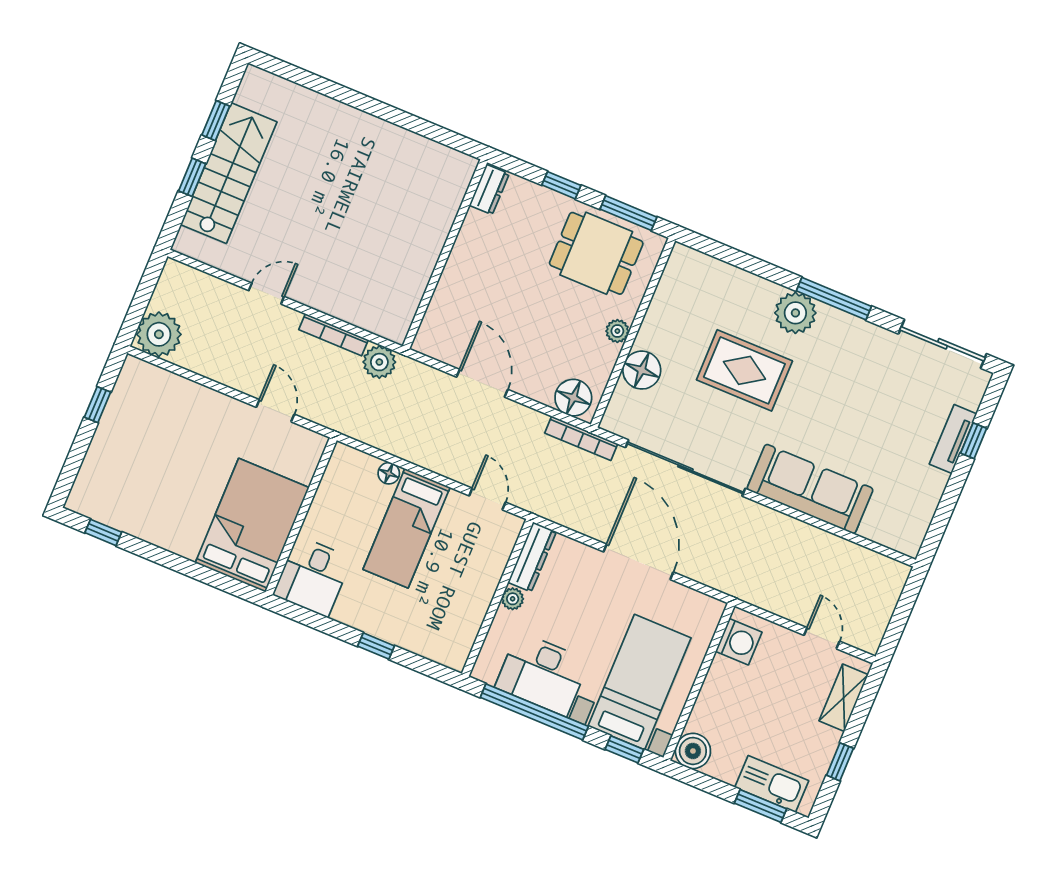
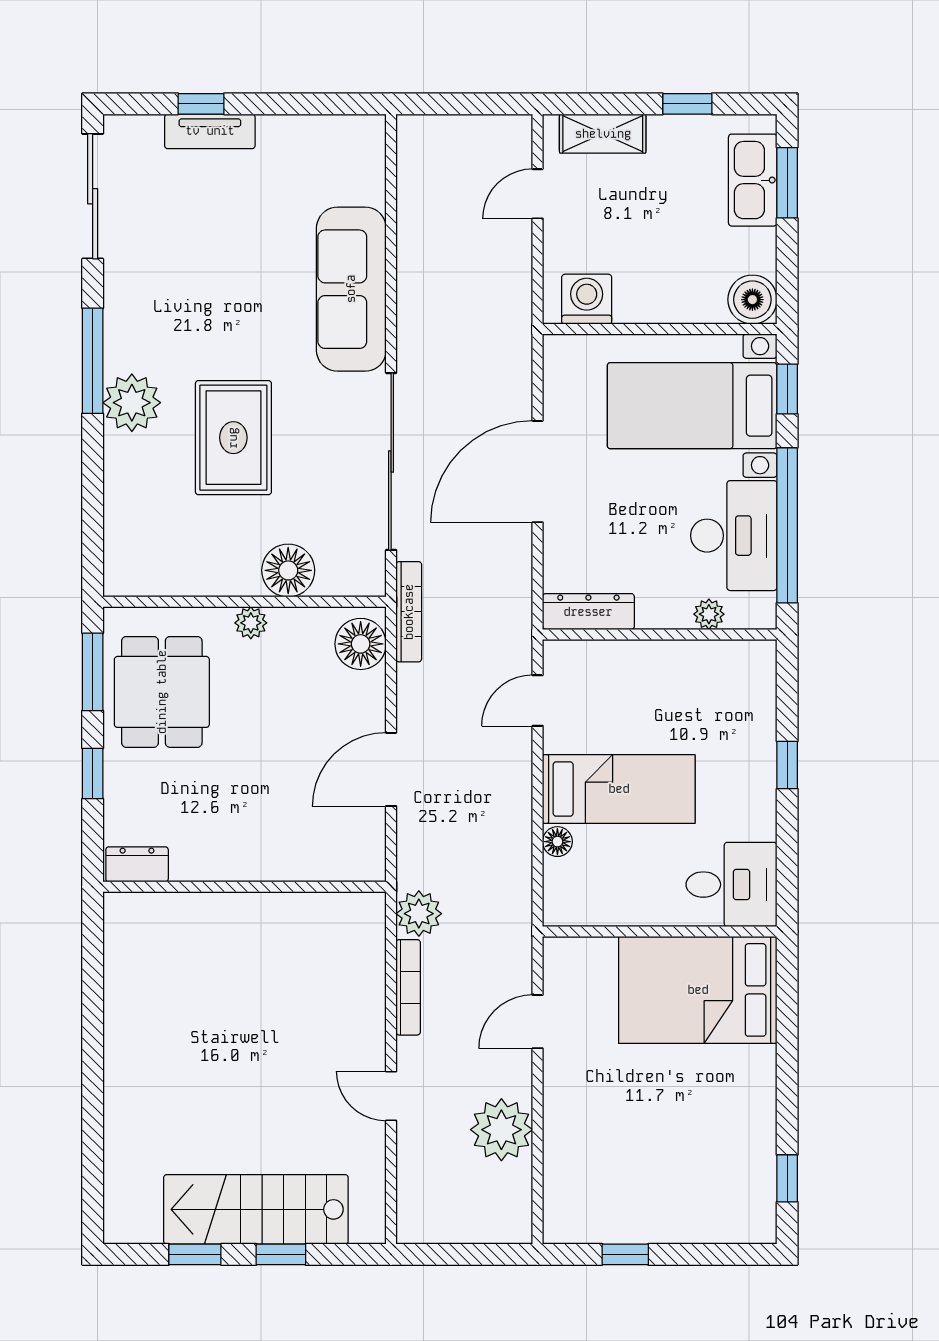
plant: (159, 334) -> (501, 1130), moved
plant: (513, 599) -> (709, 614), moved

